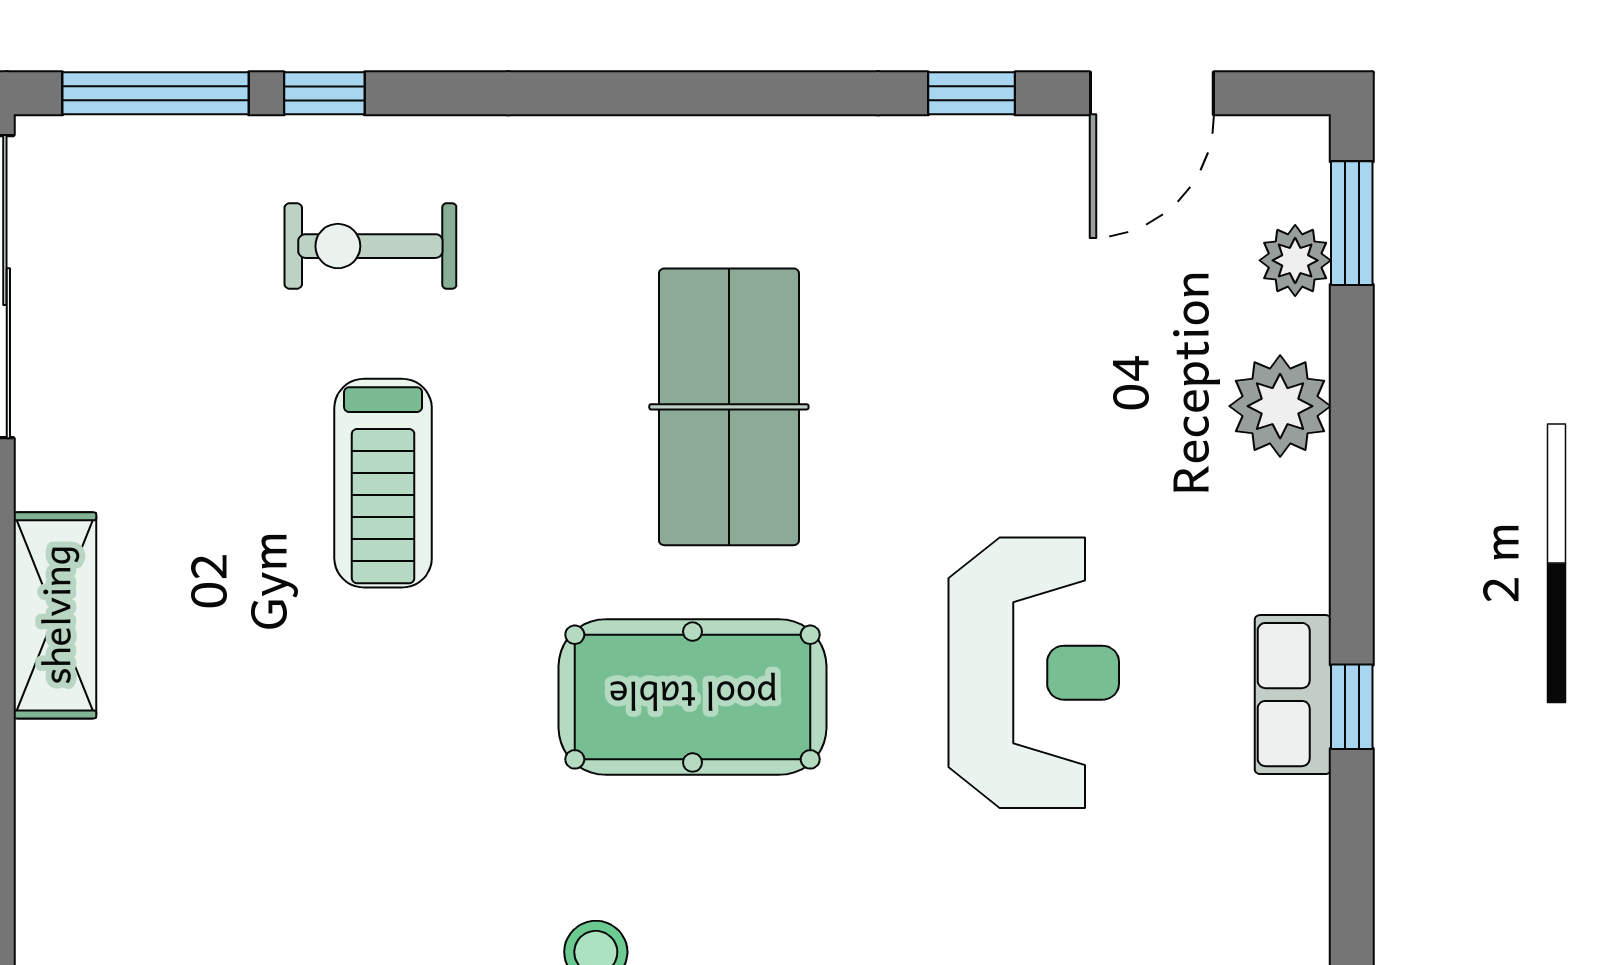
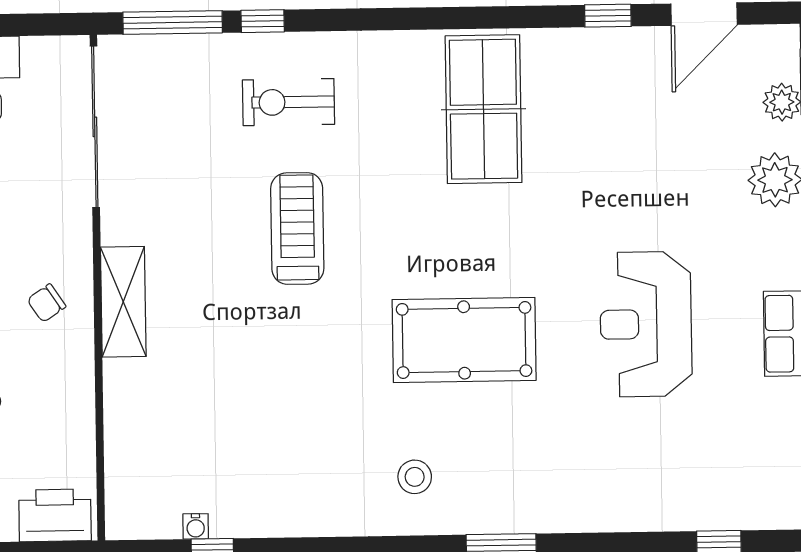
table tennis table: (729, 407) -> (483, 109), moved
treadmill: (383, 483) -> (297, 228), turned 180
reception desk: (1034, 673) -> (646, 324), turned 180

